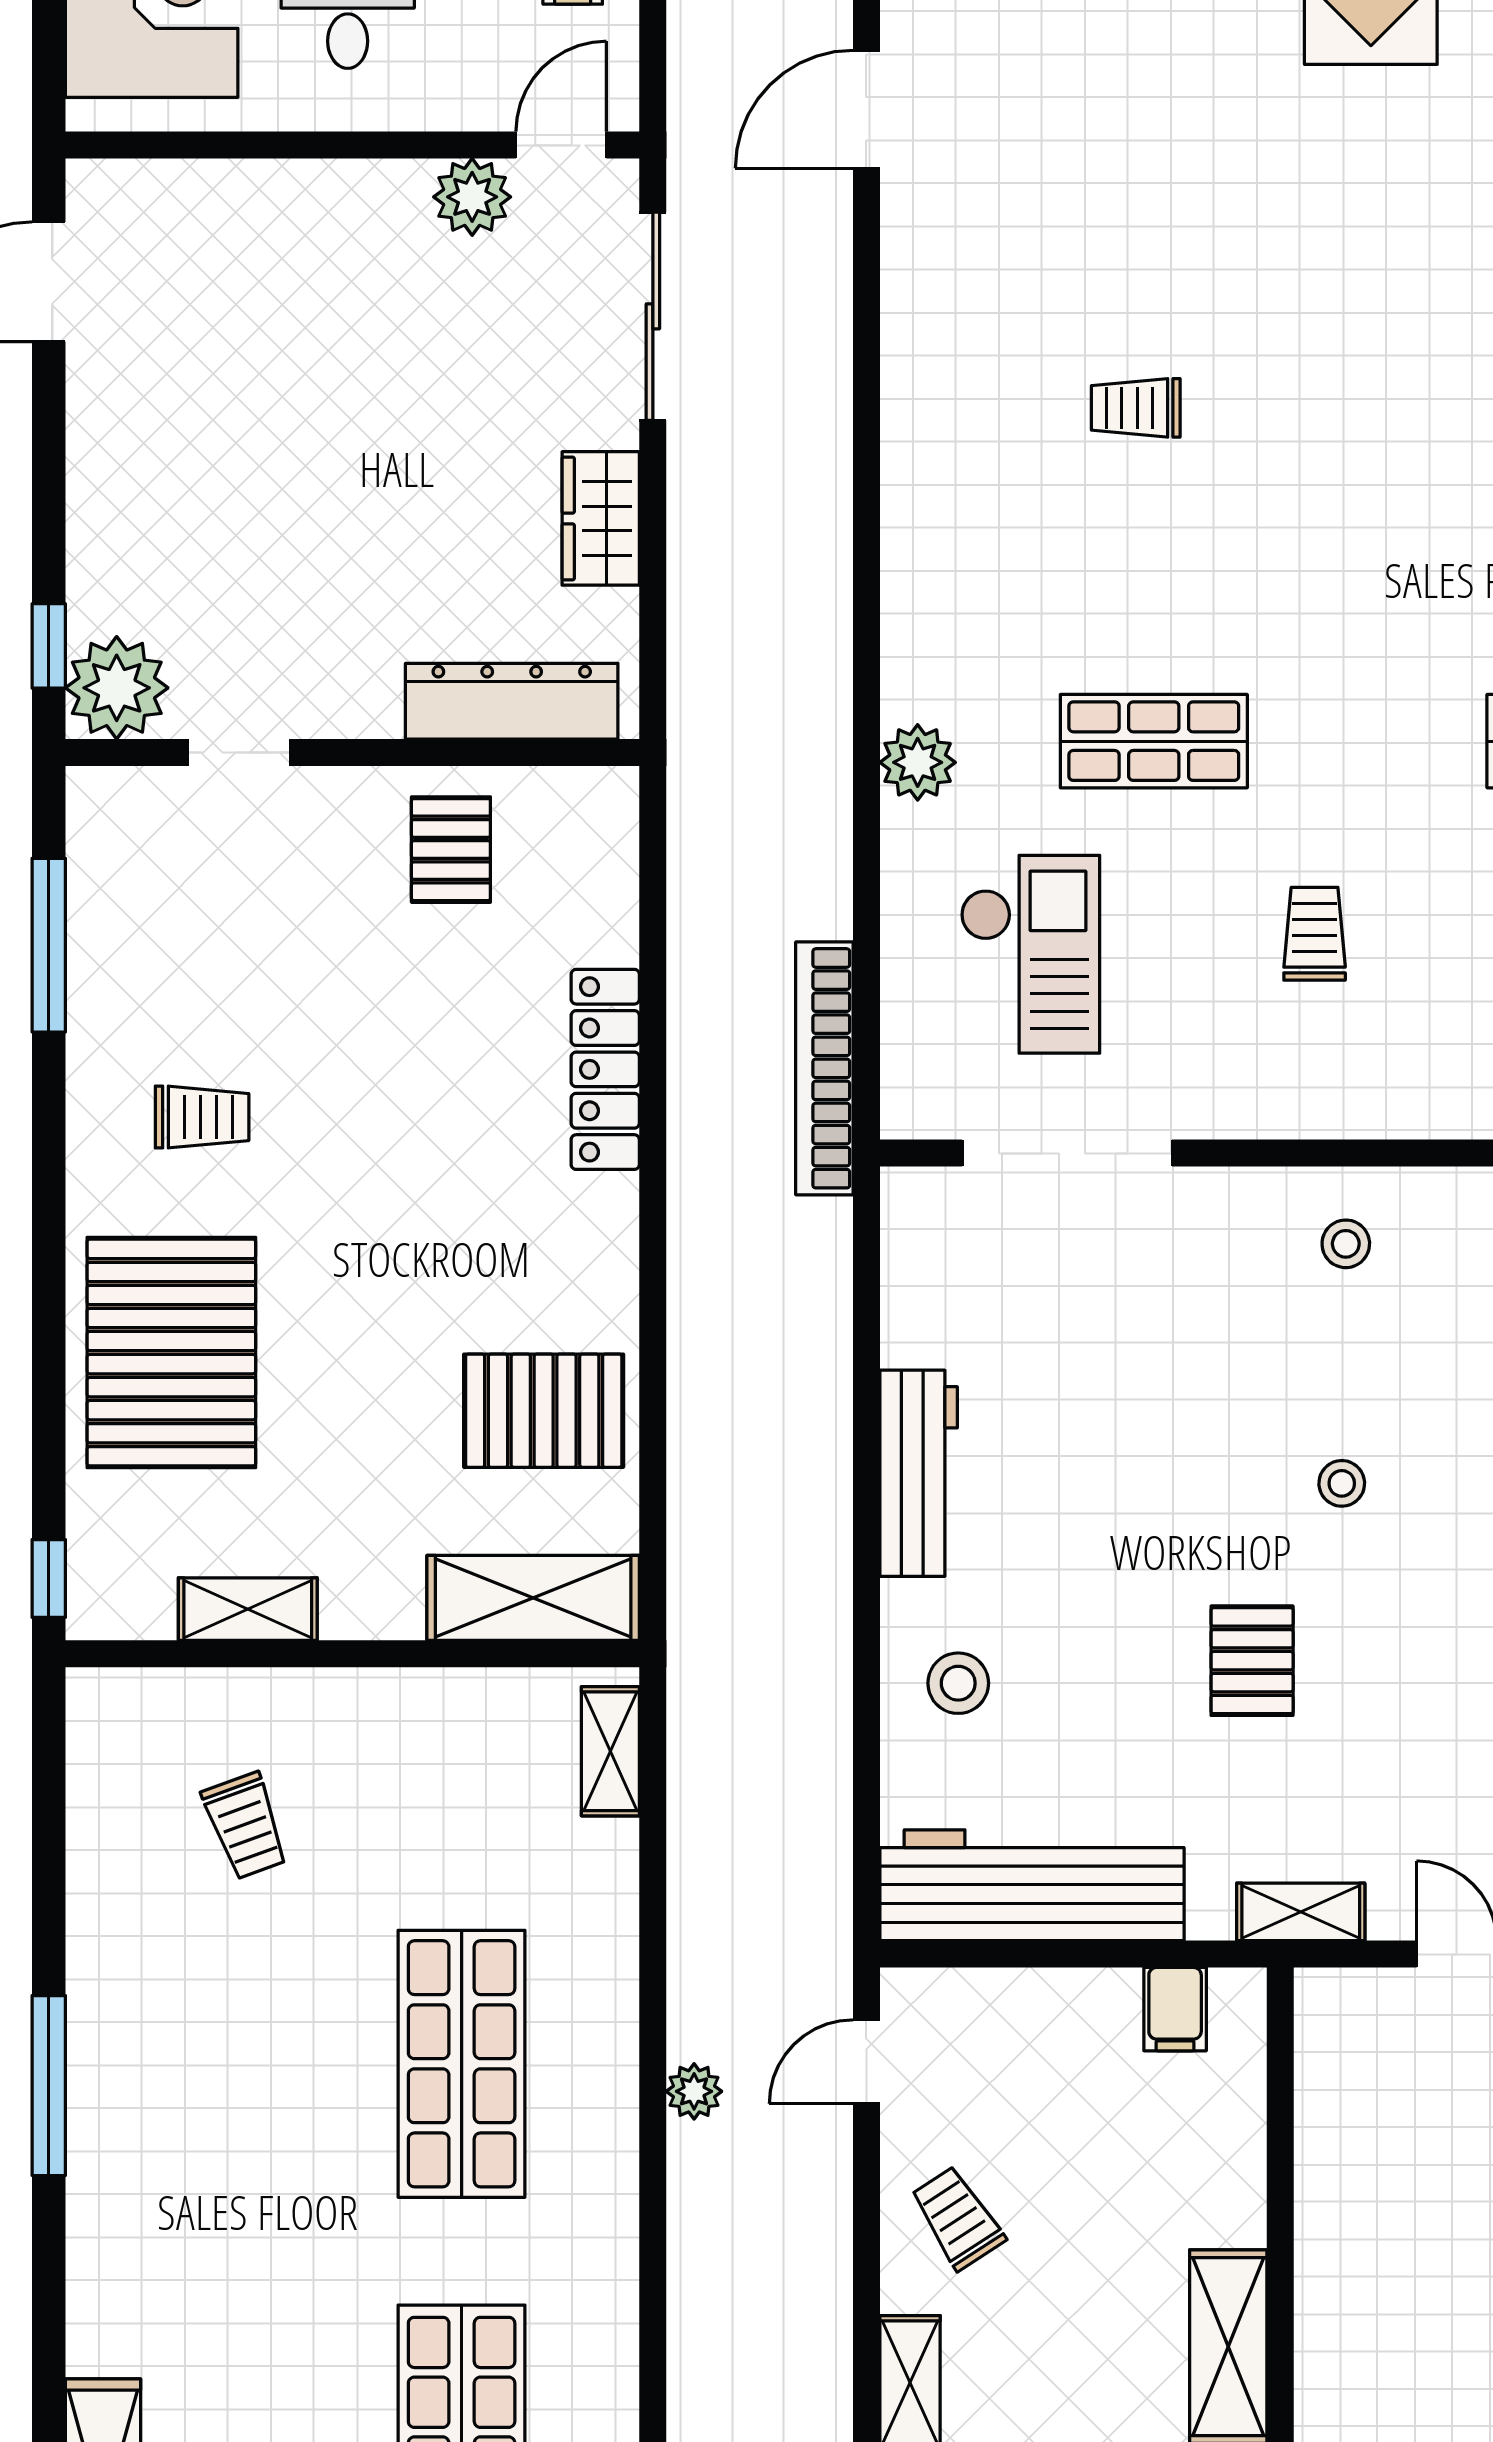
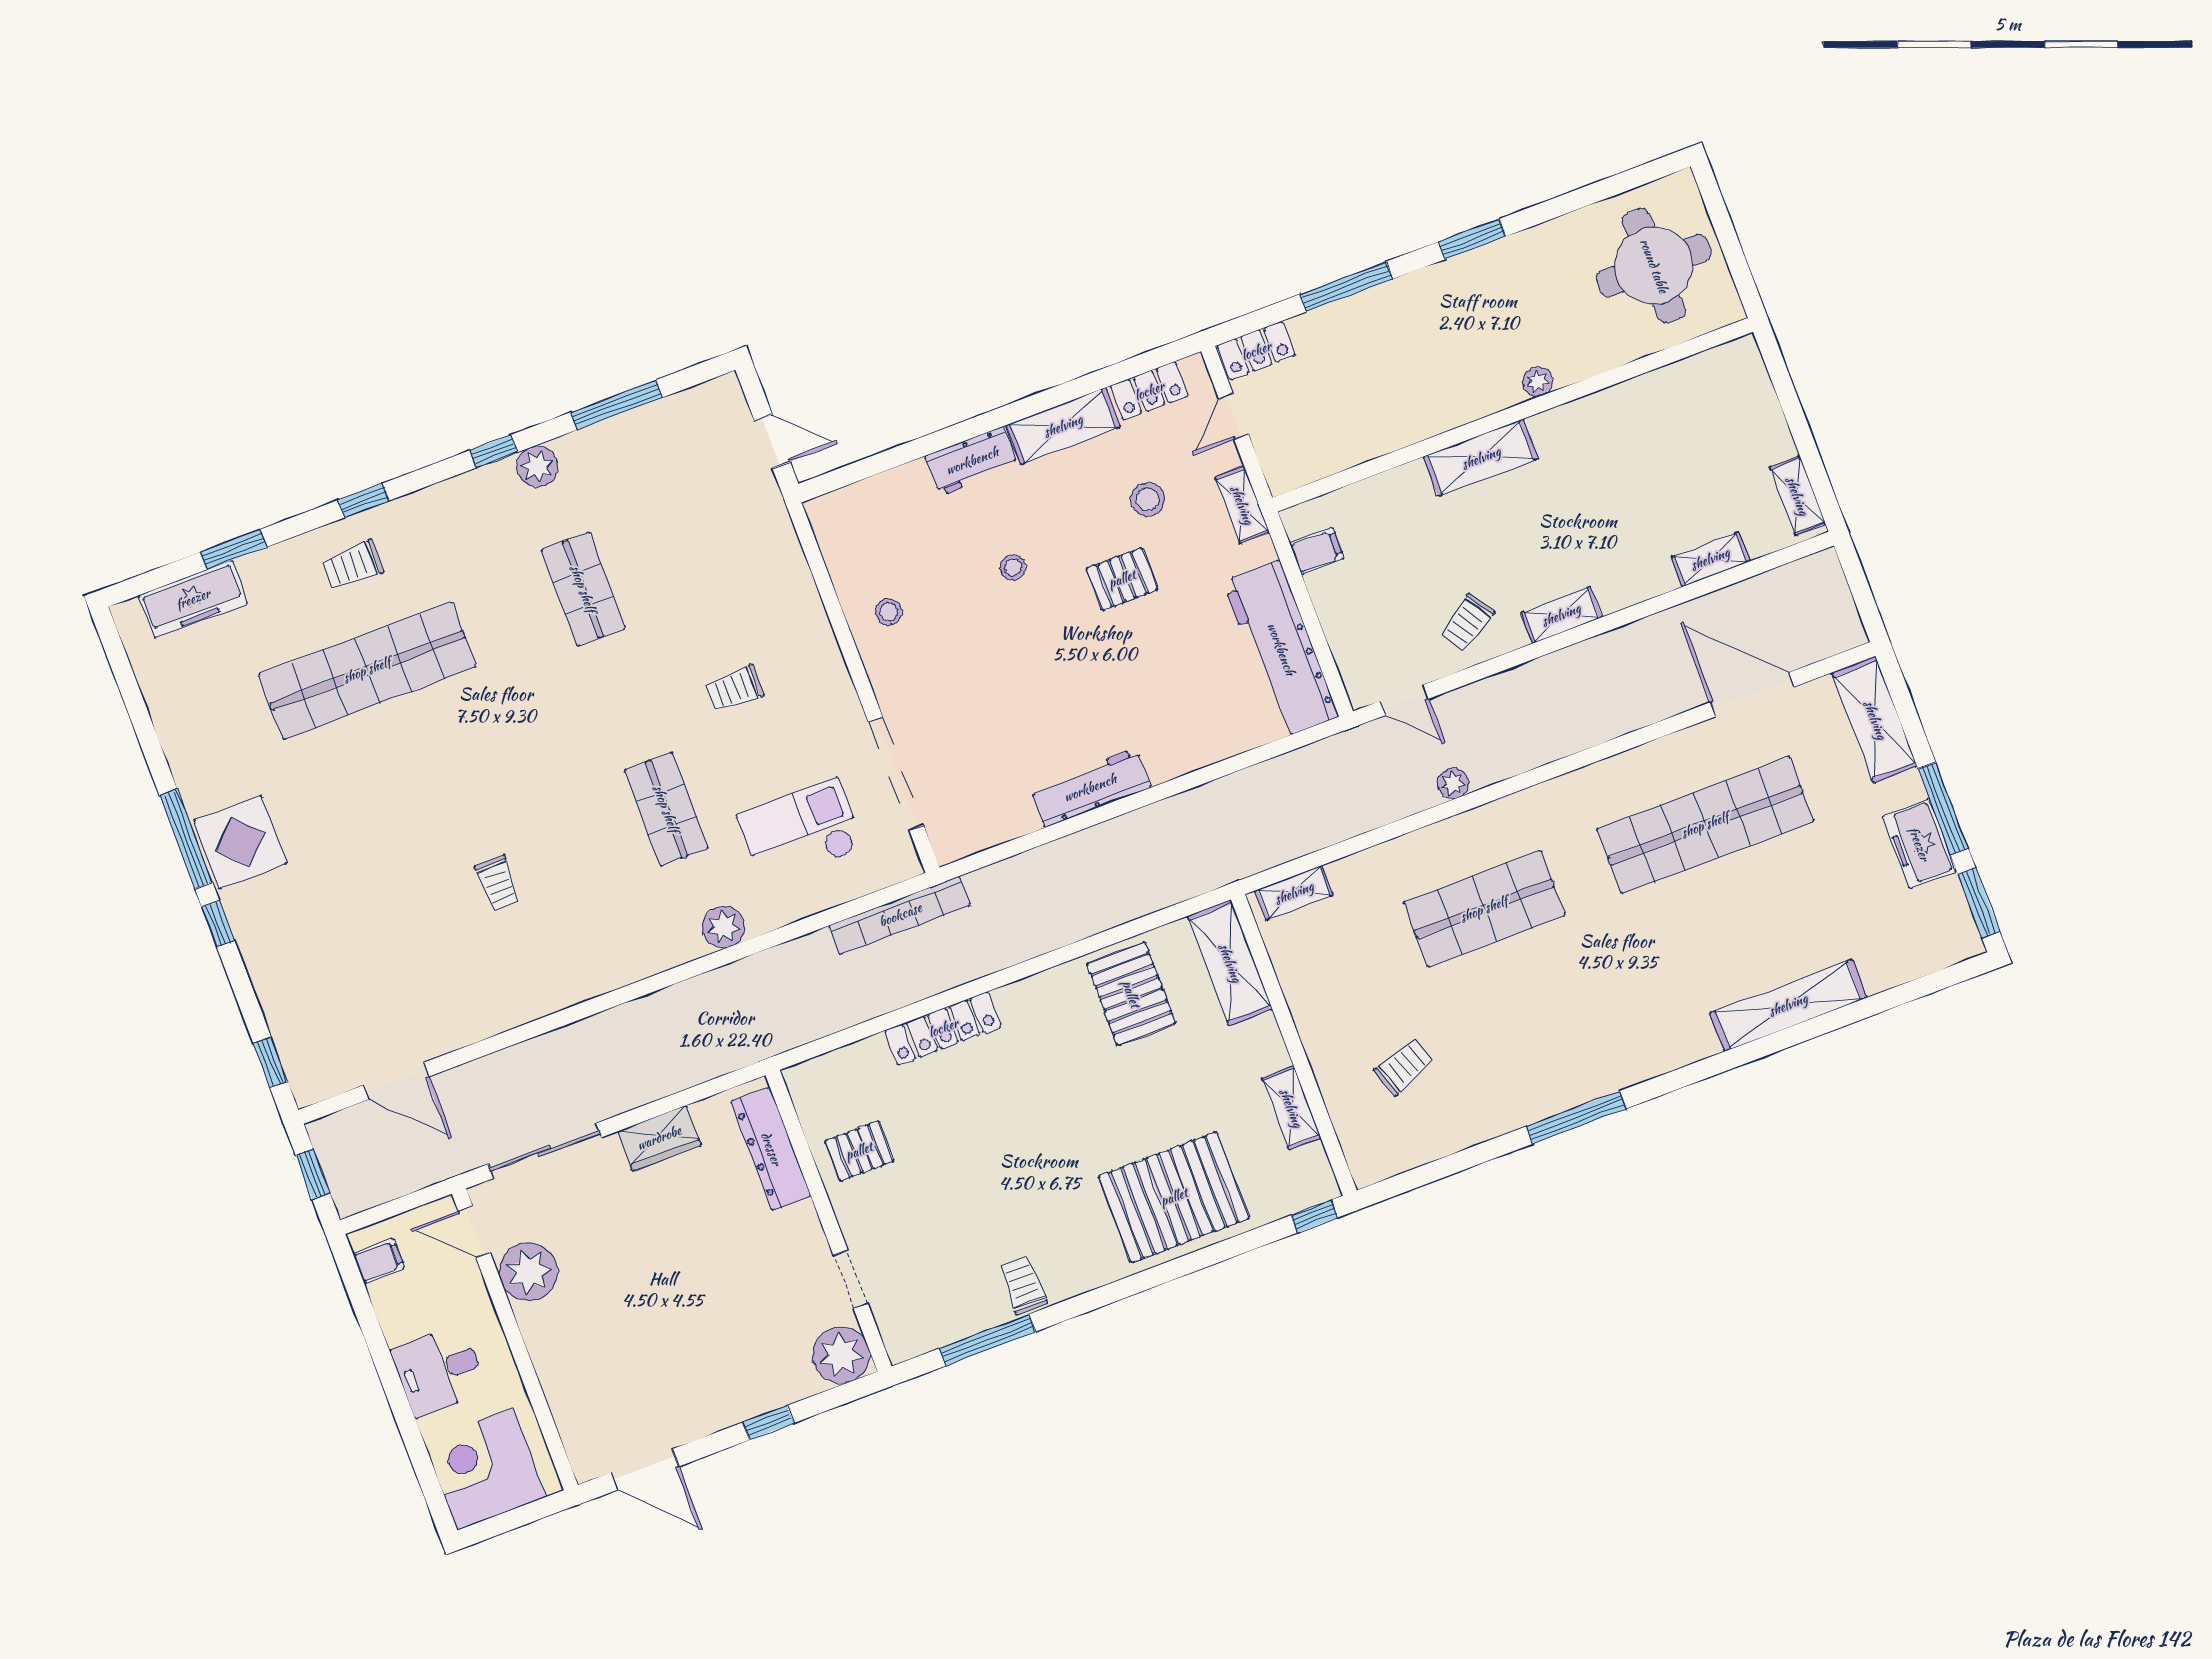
plant: (472, 197) -> (528, 1272), width x1.36, depth x1.36
window: (49, 646) -> (768, 1423), moved
trolley: (202, 1117) -> (1023, 1285), moved
stool: (958, 1683) -> (1148, 499), moved

